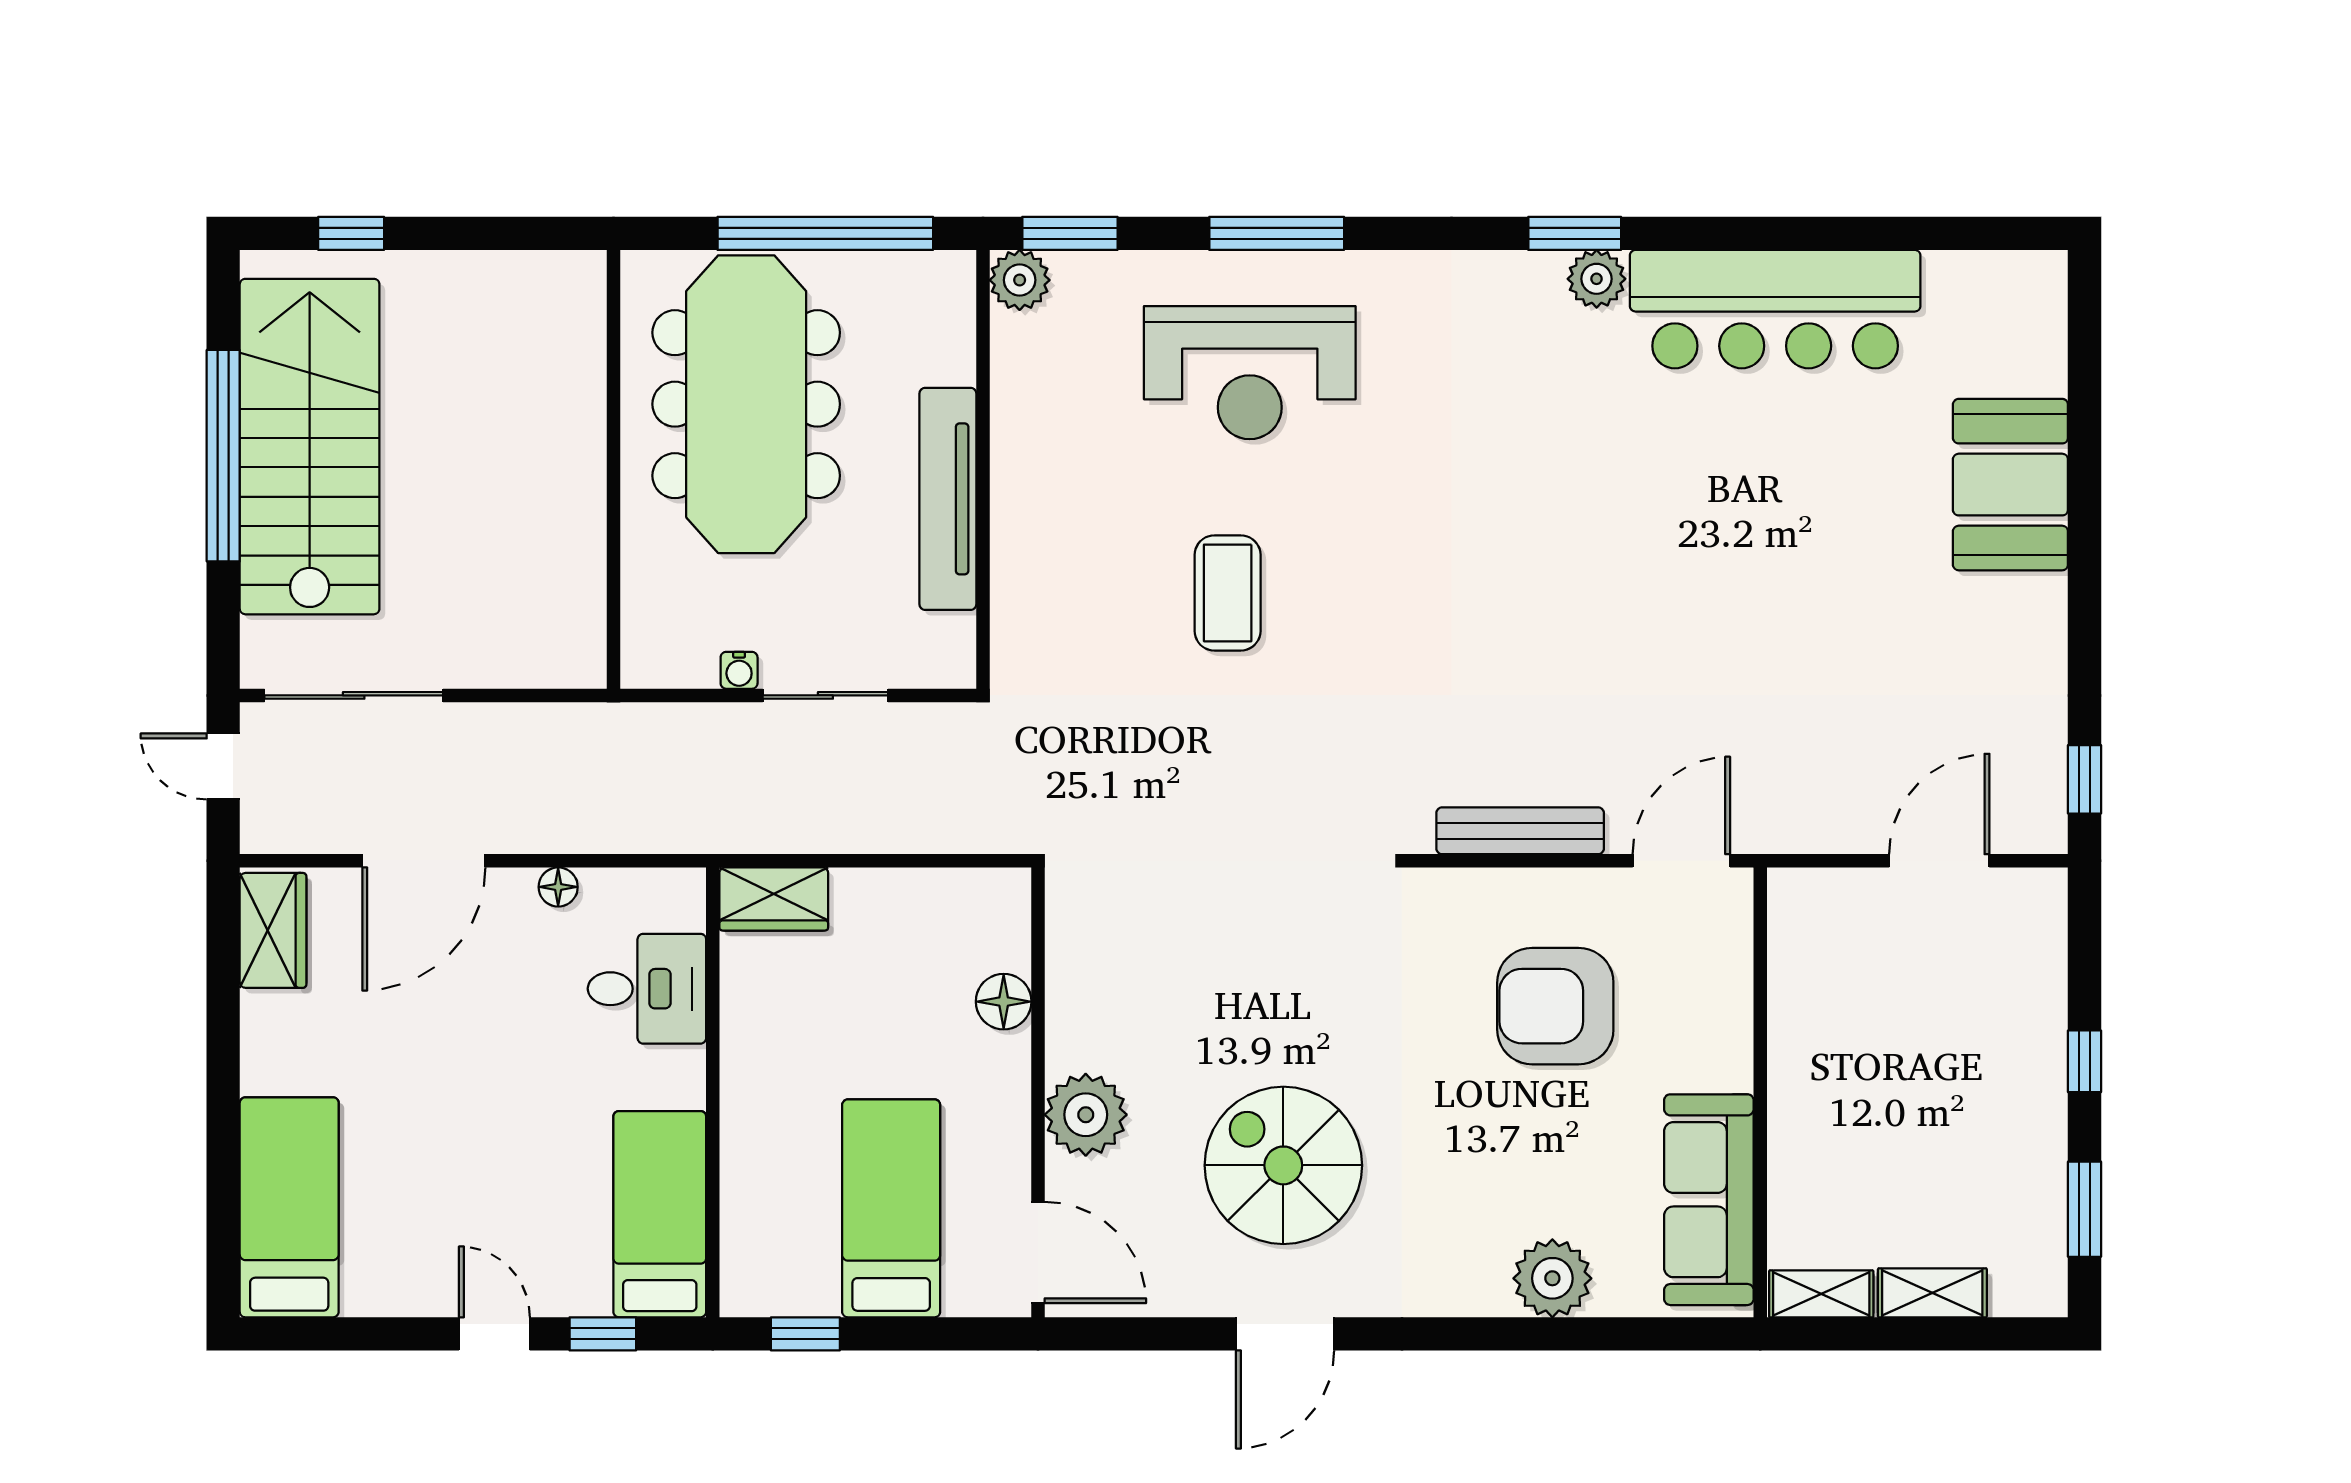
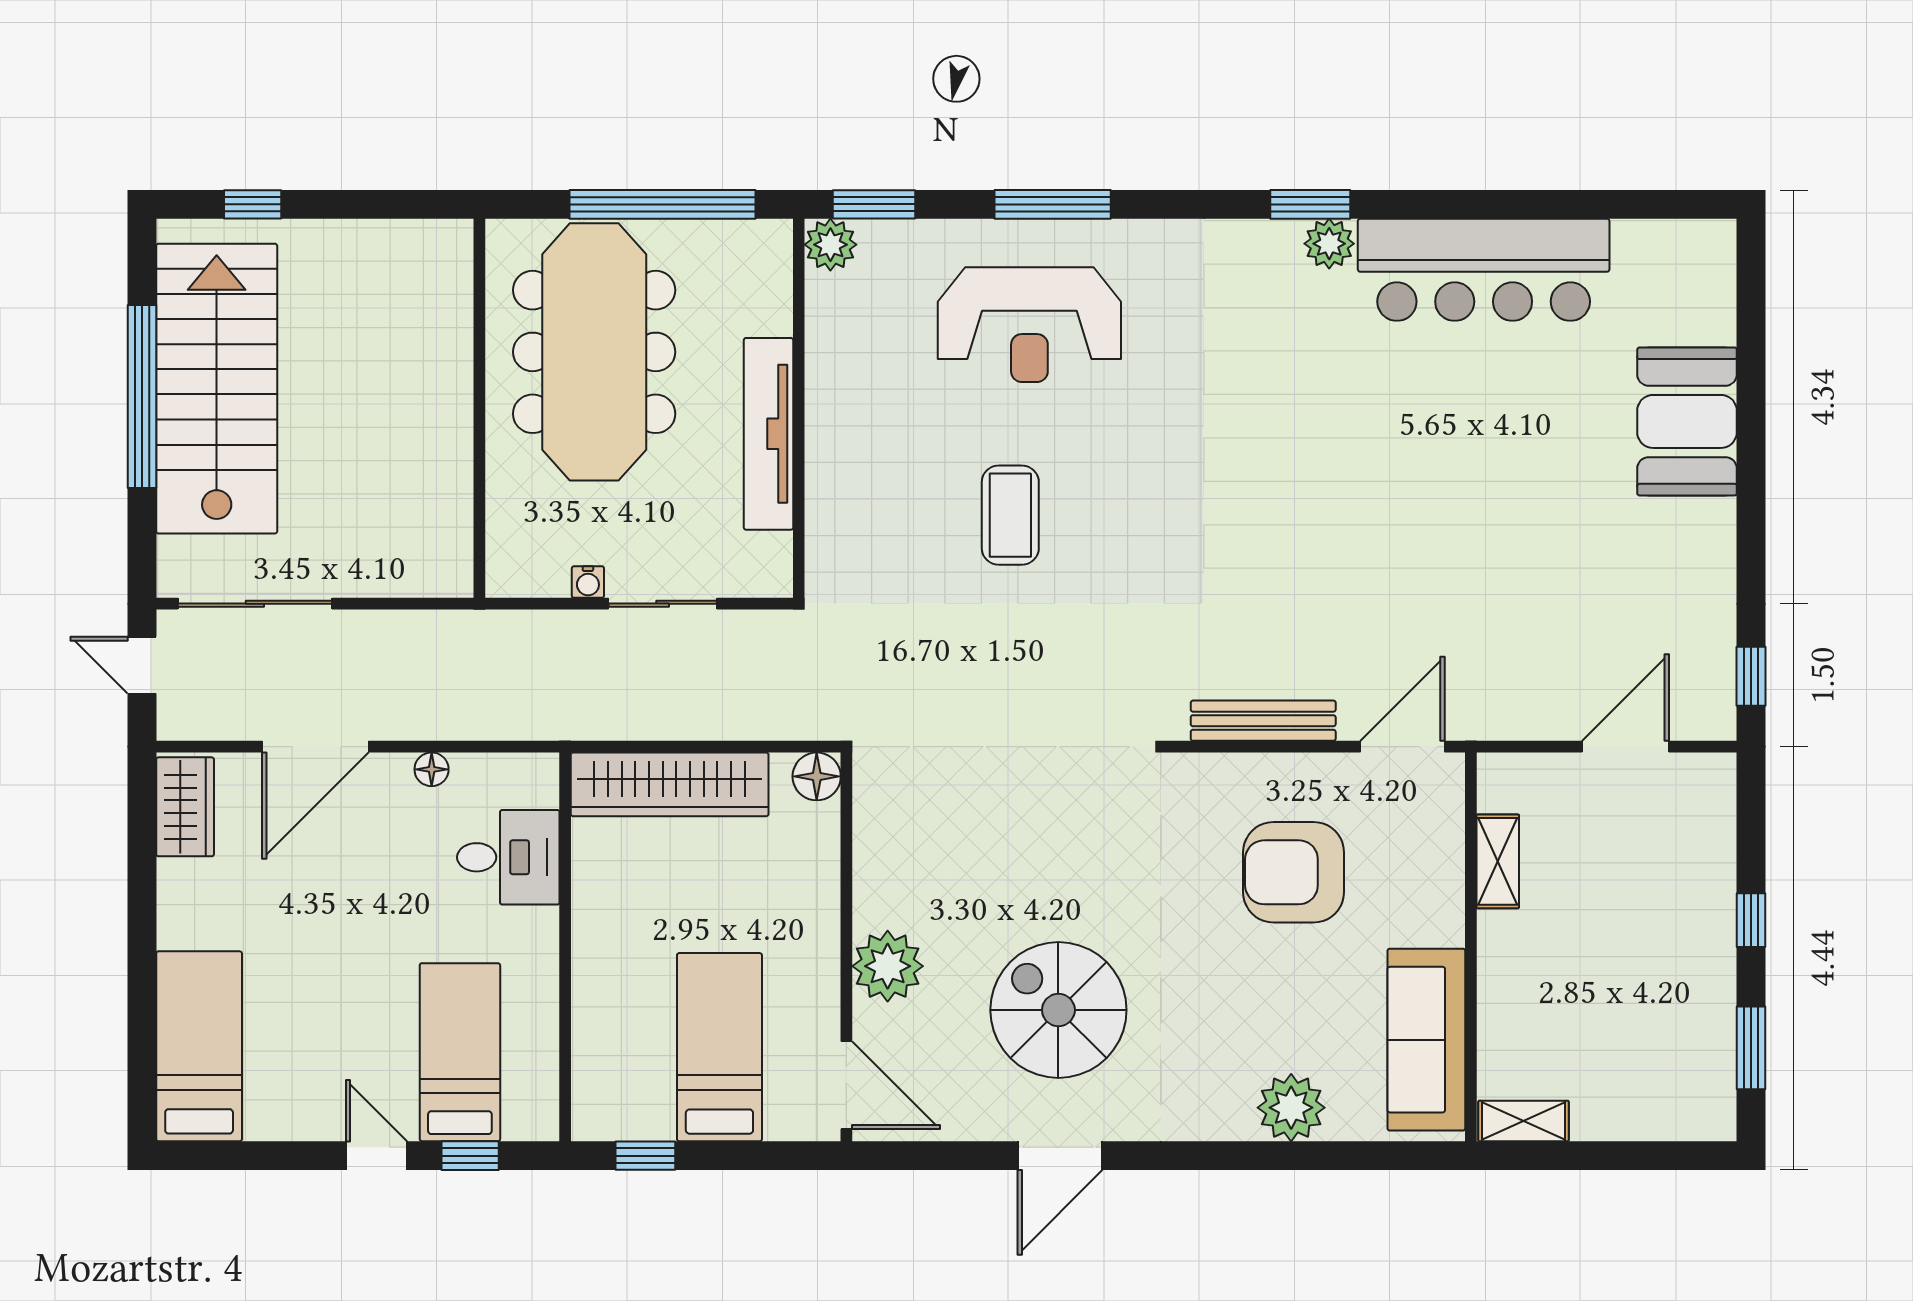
wardrobe: (774, 899) -> (670, 784), width x2.10, depth x1.17
floor lamp: (1004, 1002) -> (817, 776), moved
bed: (660, 1214) -> (460, 1052), moved
shelving: (1932, 1293) -> (1498, 861), moved, turned 90

